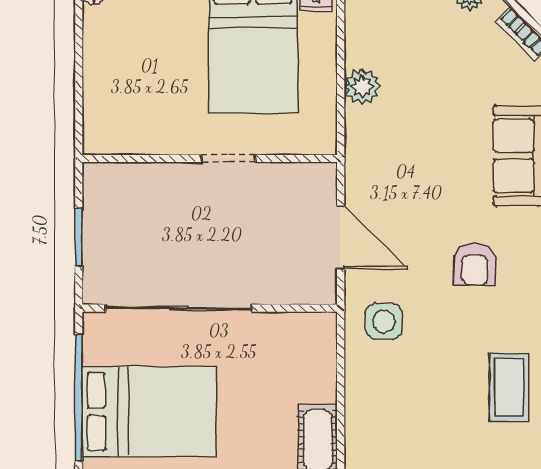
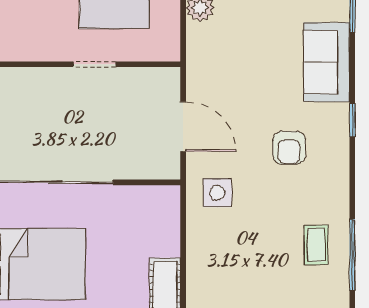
coffee table: (509, 387) -> (316, 245), width x0.73, depth x0.77

